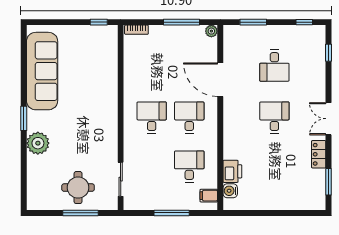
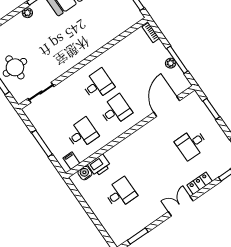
plant: (211, 31) -> (171, 63), moved
door: (220, 80) -> (167, 106), moved
desk: (274, 118) -> (120, 193), moved
plant: (38, 143) -> (27, 13), width x0.53, depth x0.53
locker: (319, 154) -> (200, 183), moved

